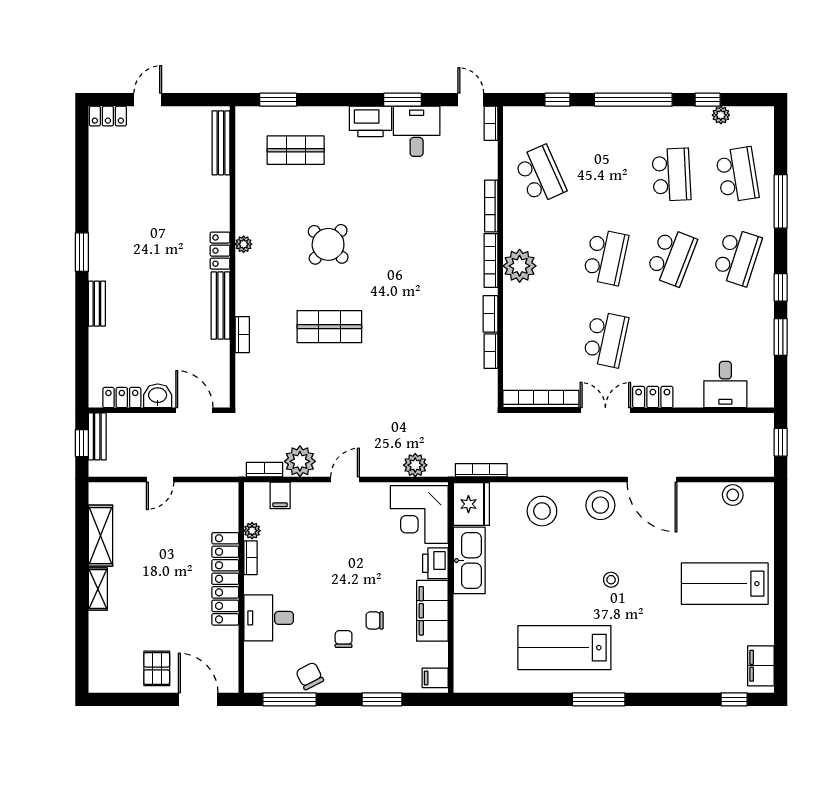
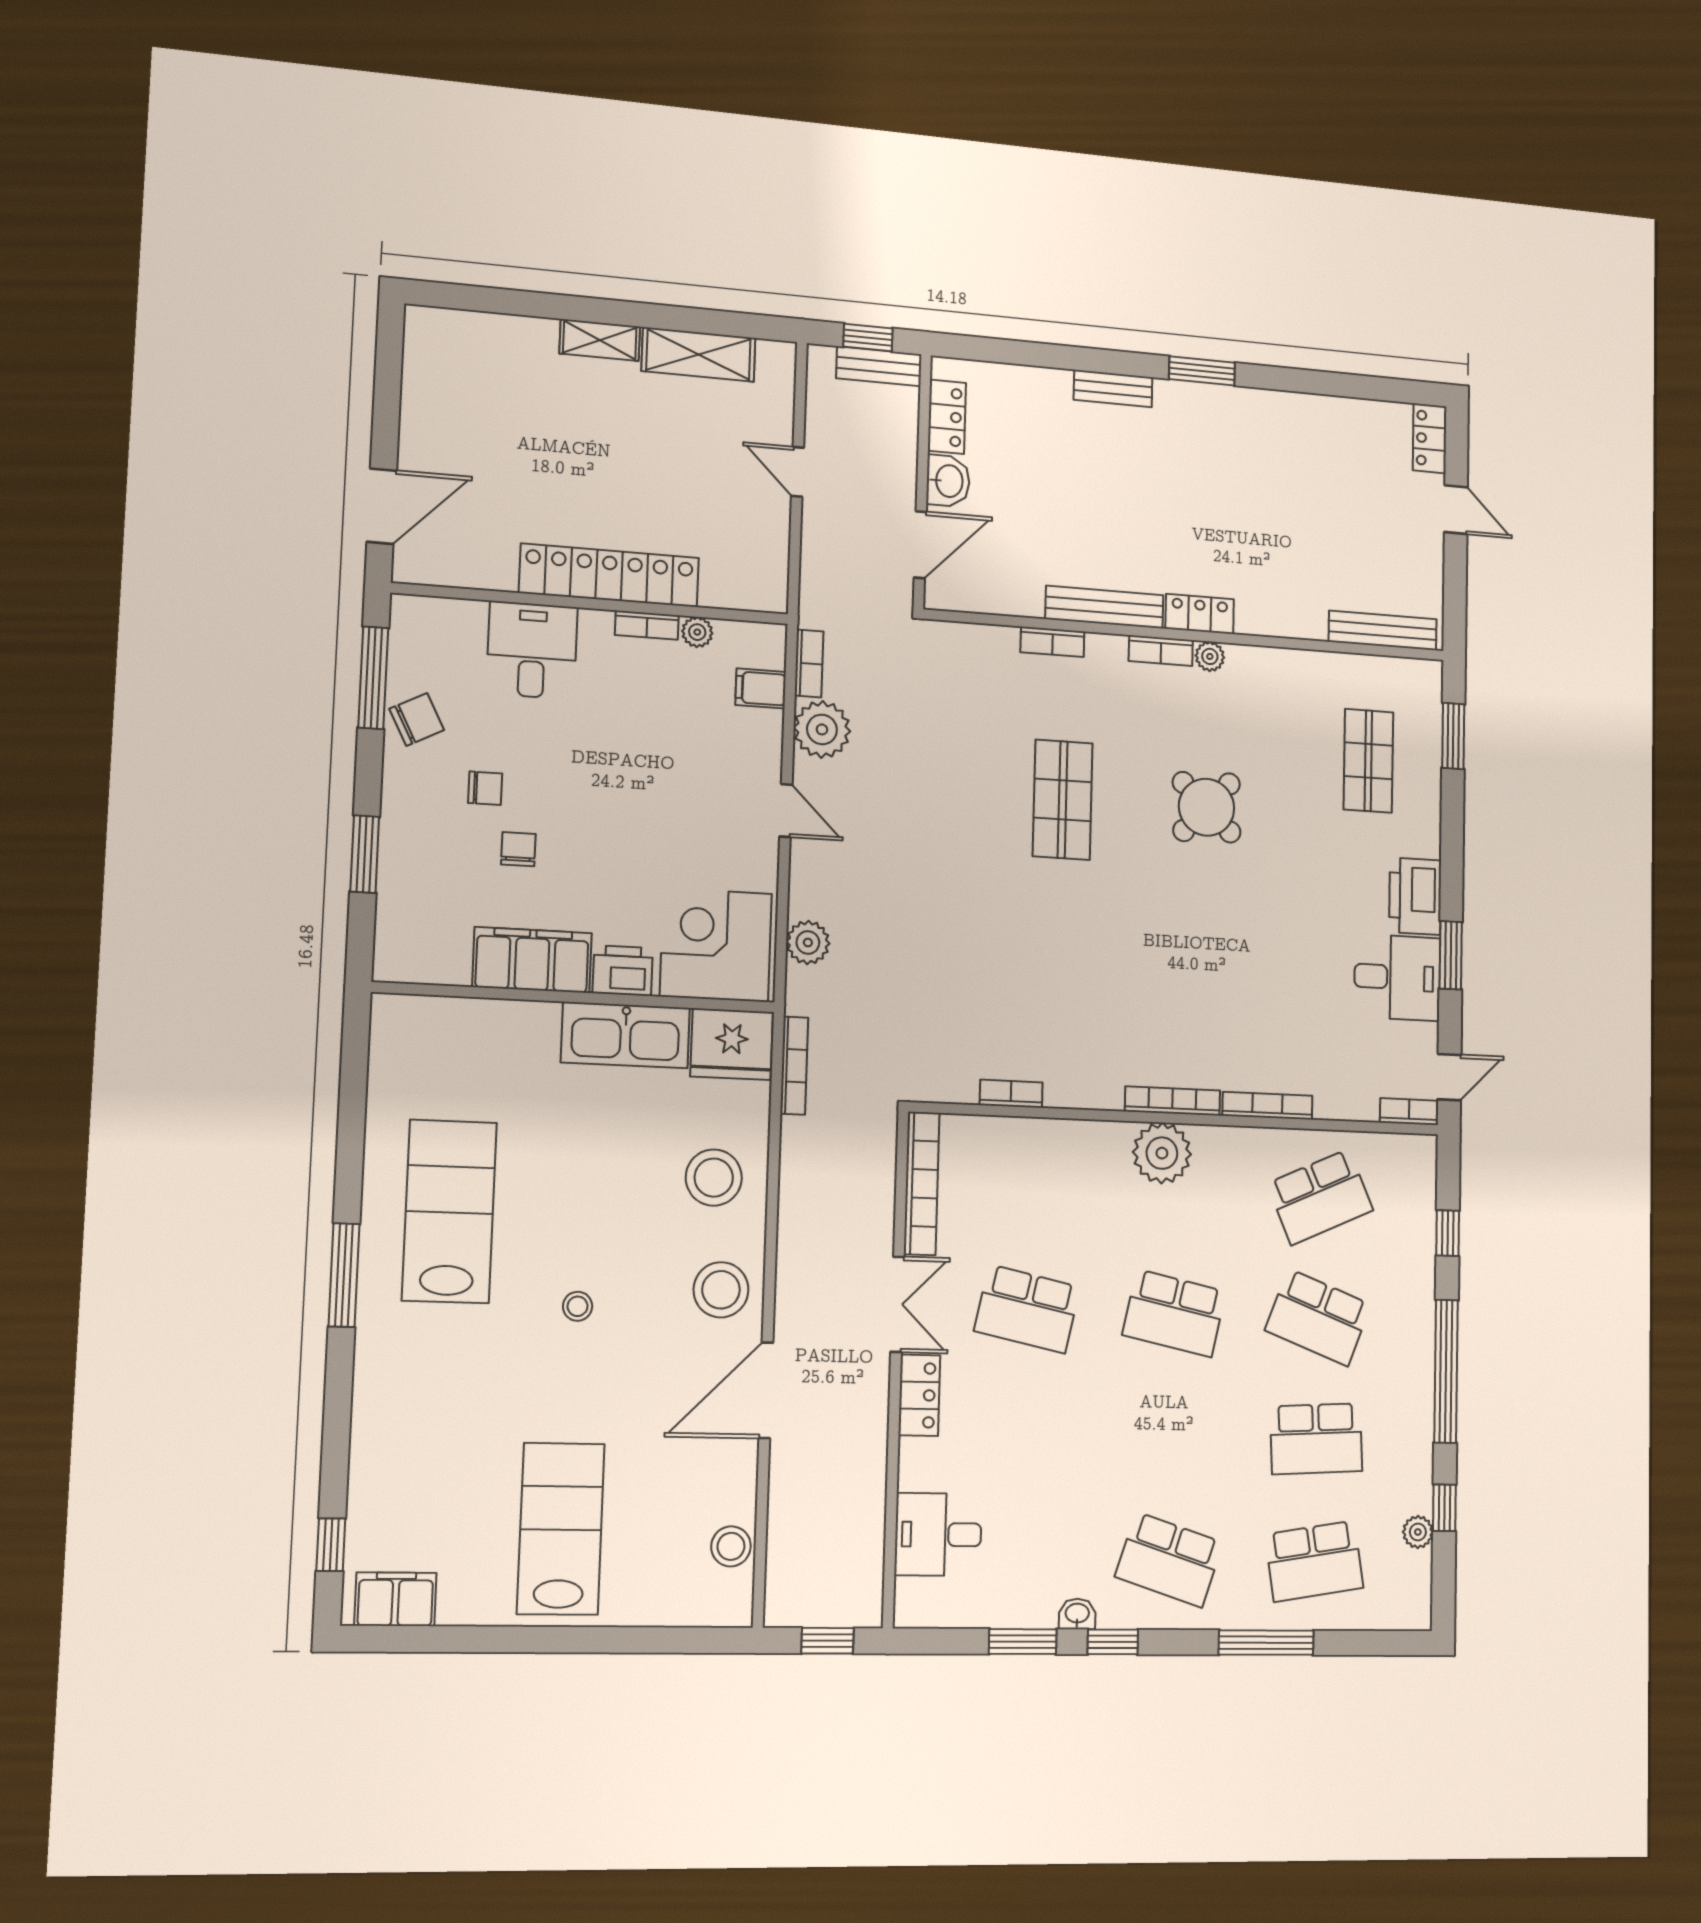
school desk: (671, 257) -> (1318, 1317), moved
washbasin: (766, 307) -> (1077, 1614), added
bookcase: (490, 314) -> (1161, 651), moved, turned 180
pallet: (157, 668) -> (445, 434), removed
filing cabinet: (435, 678) -> (402, 958), removed

